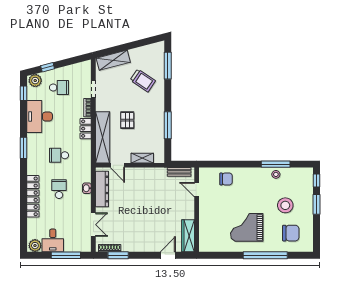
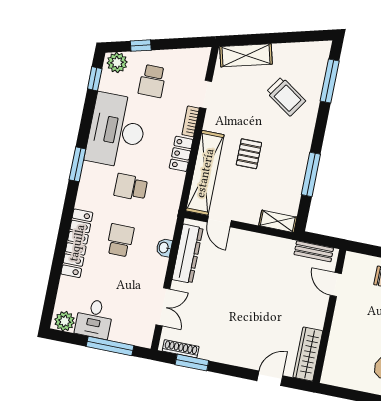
school desk: (59, 88) -> (152, 81), turned 90
desk: (40, 117) -> (117, 131), width x1.36, depth x1.30
shelving: (142, 158) -> (278, 221), moved

